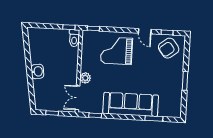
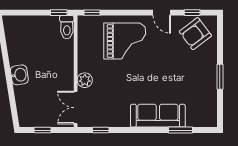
grand piano: (116, 51) -> (125, 41), turned 180
sofa: (131, 104) -> (158, 116), width x0.74, depth x0.79

